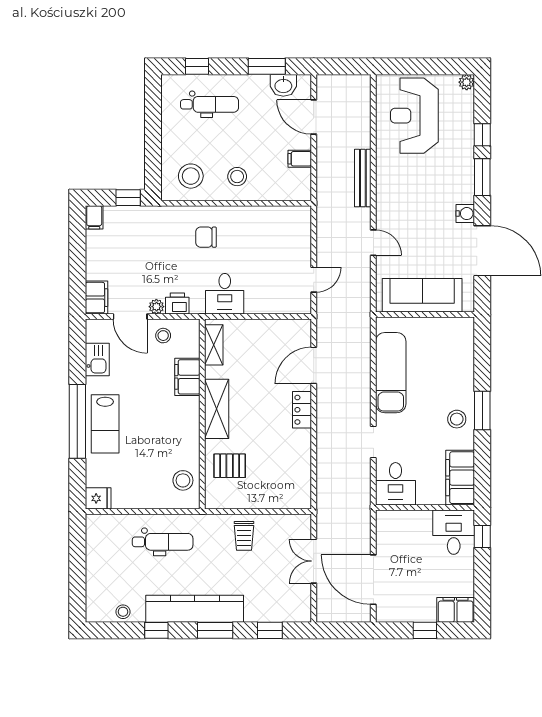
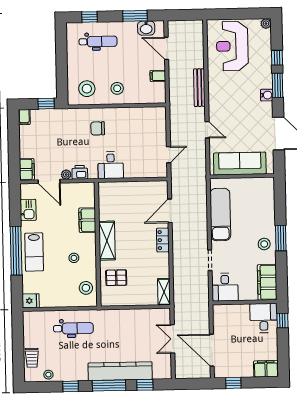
water cooler: (465, 214) -> (267, 95), moved
stool: (163, 336) -> (74, 258), moved
shelving: (214, 345) -> (164, 292), moved
trolley: (244, 536) -> (32, 358), moved
kitchen counter: (195, 609) -> (120, 371), moved
window: (215, 630) -> (109, 386), width x1.44
window: (425, 630) -> (233, 383), moved

